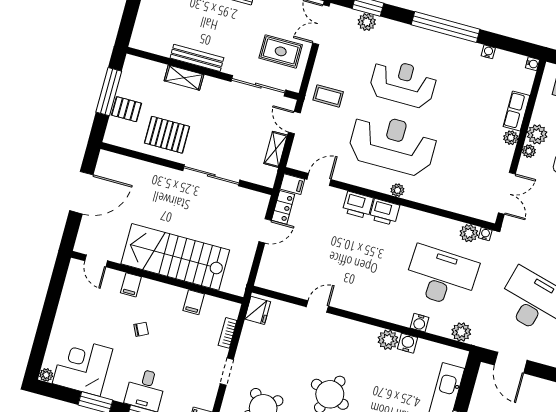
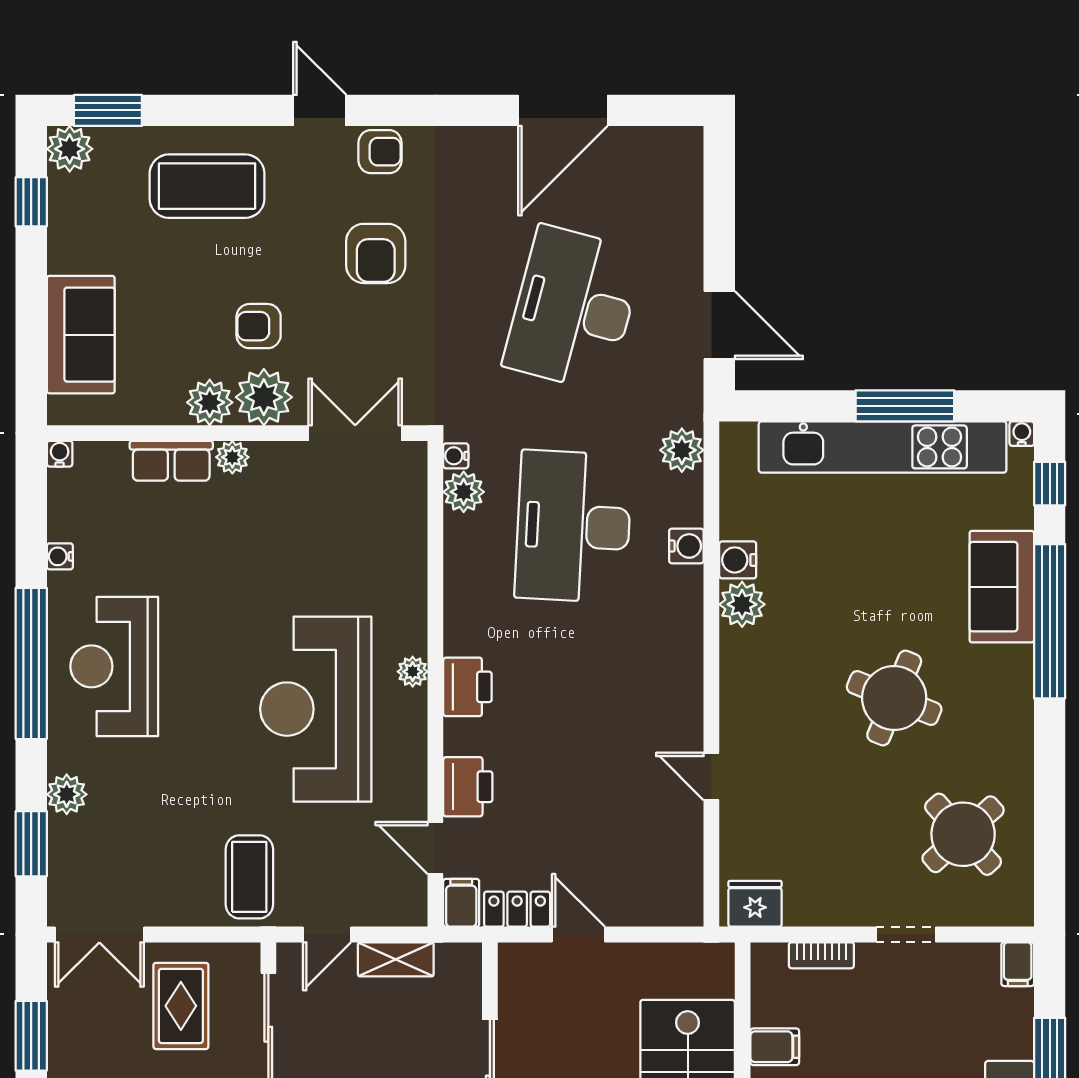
plant: (367, 22) -> (67, 794), moved
reception desk: (403, 83) -> (114, 666), moved
coffee table: (328, 96) -> (249, 877), width x1.36, depth x1.30
plant: (529, 151) -> (264, 397), width x1.88, depth x1.88
printer: (358, 205) -> (468, 787), moved
door: (511, 363) -> (719, 325), hinge flipped

